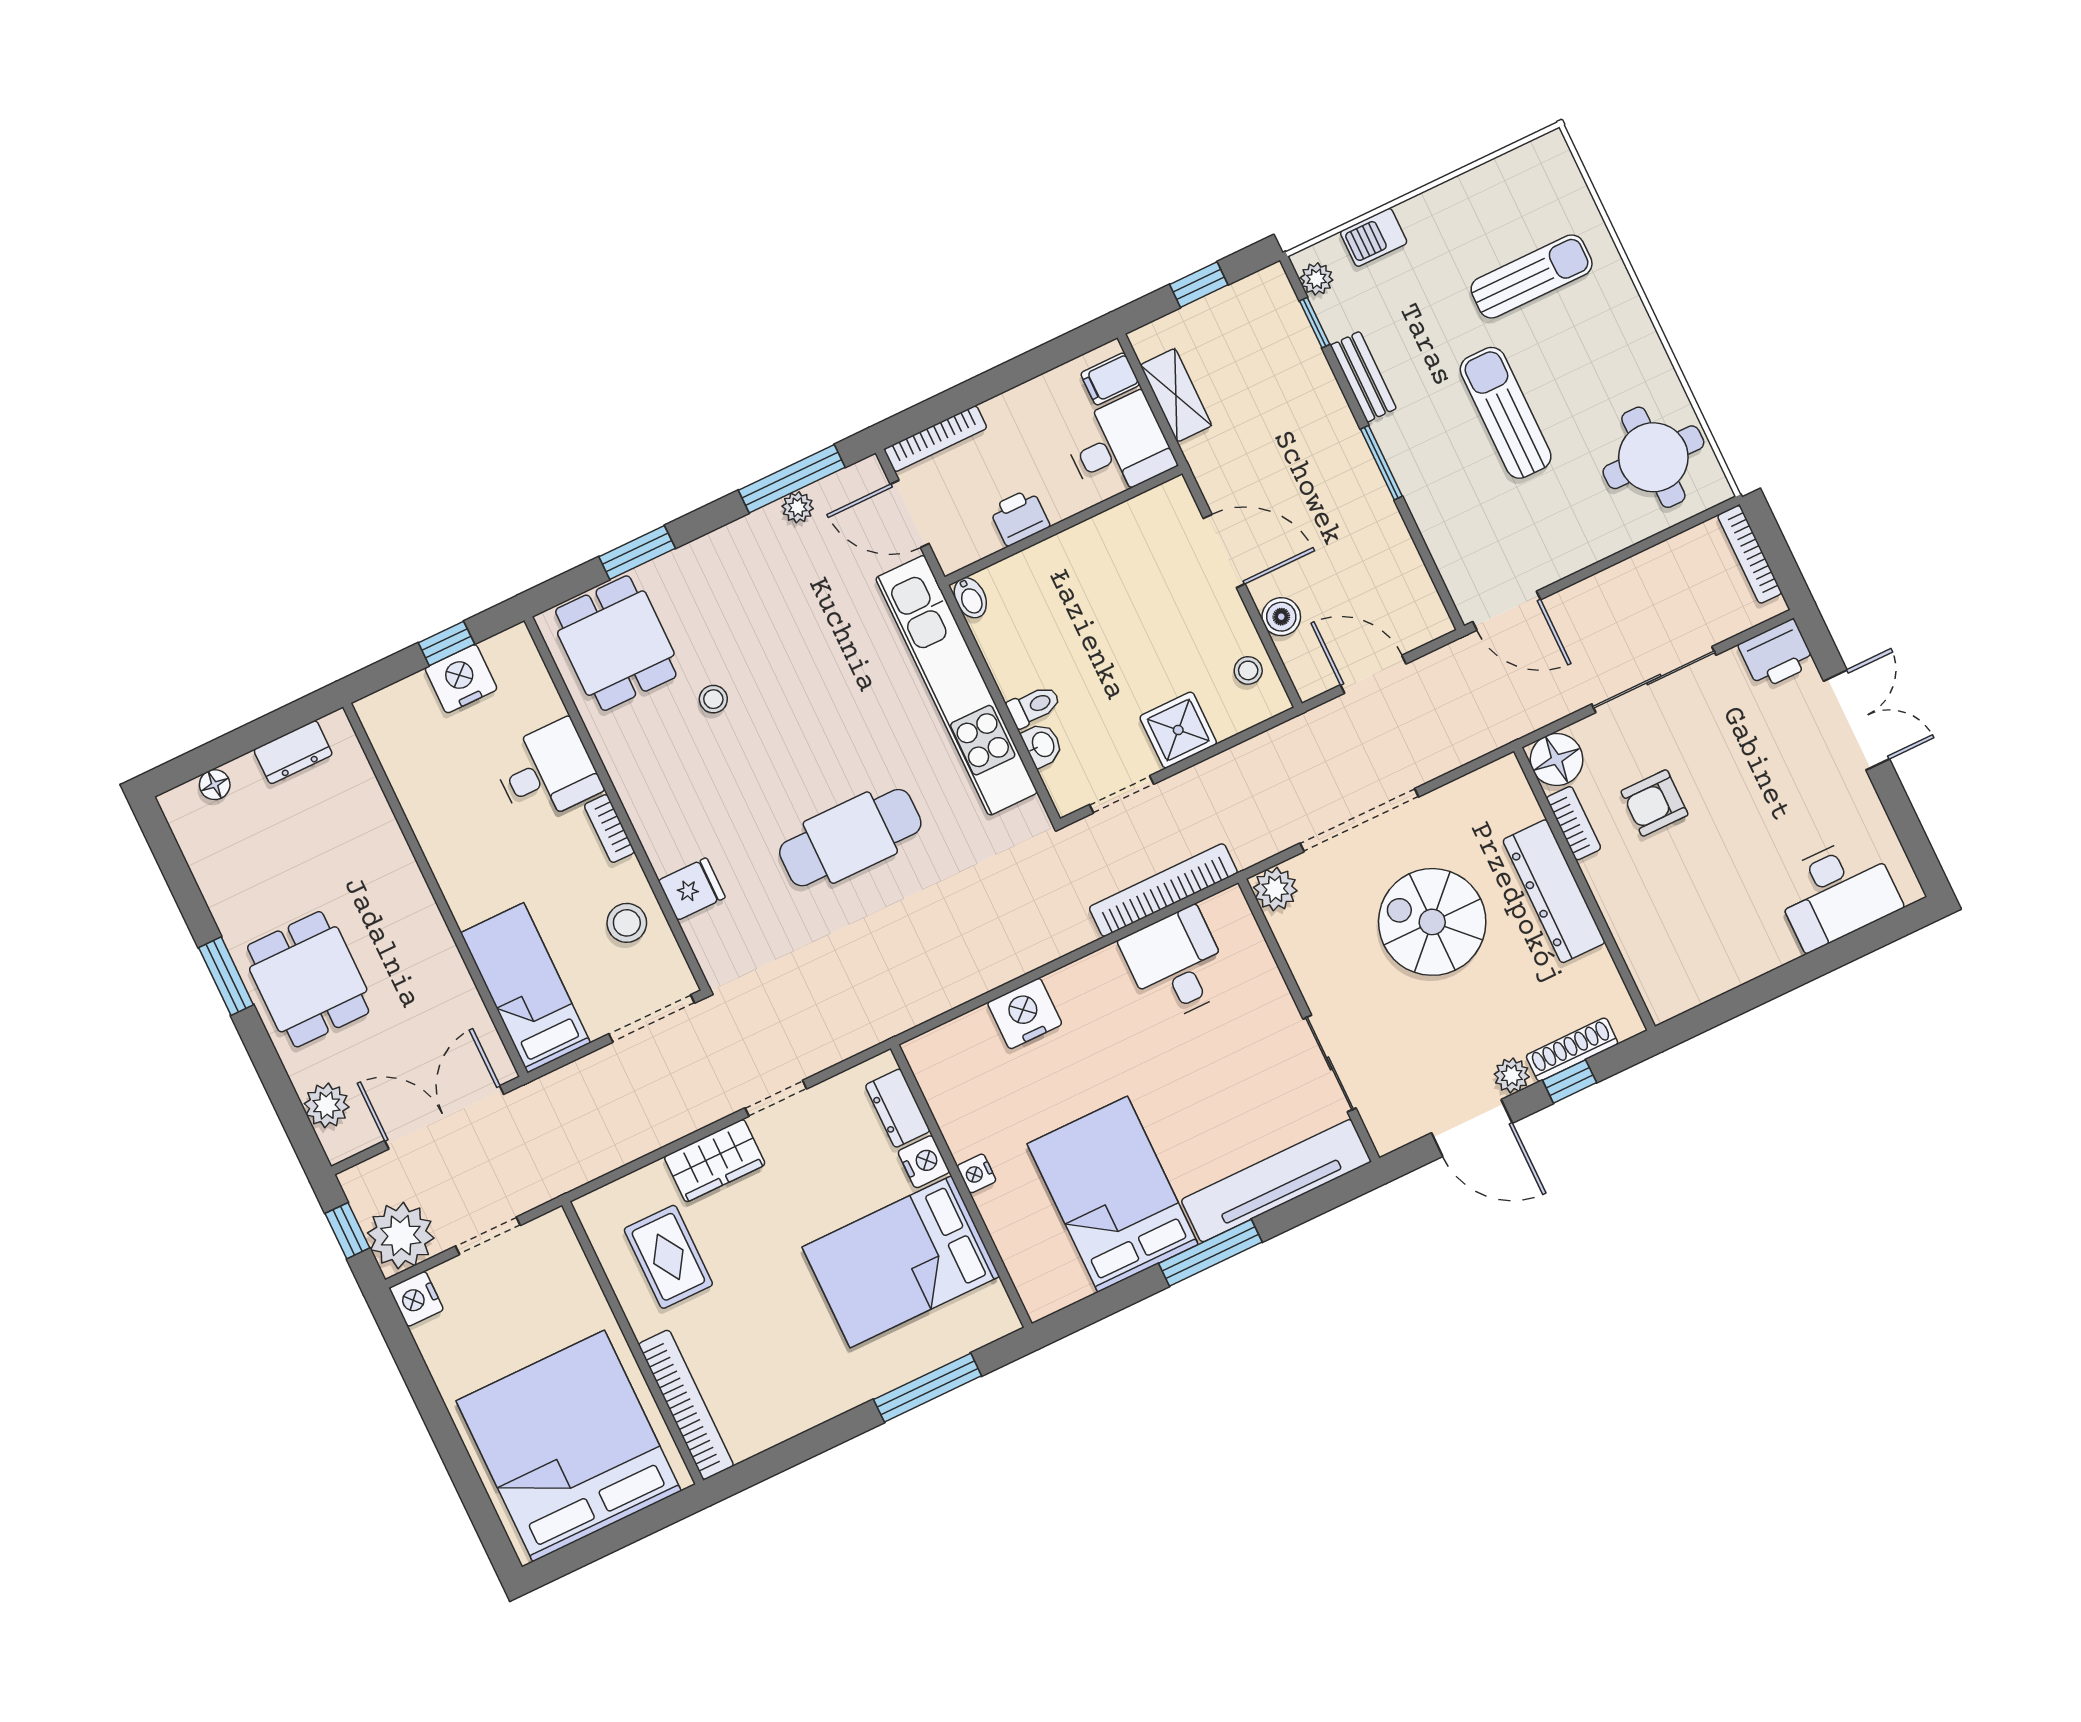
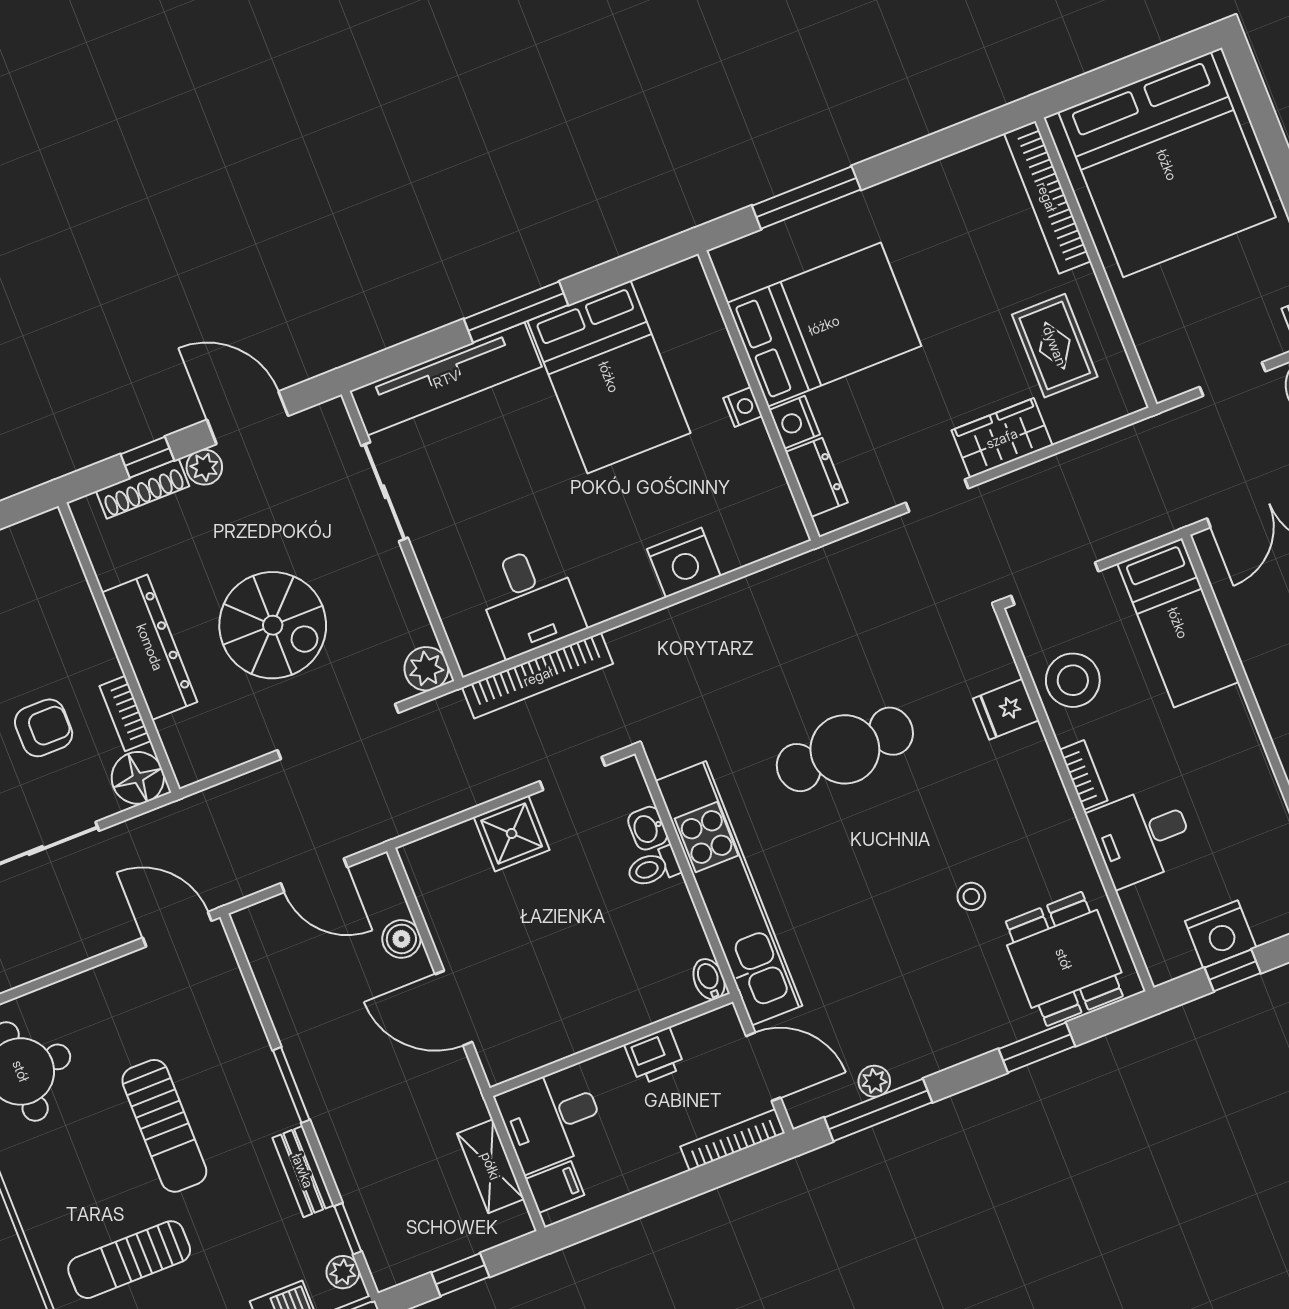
stool: (1248, 670) -> (438, 888), removed
stool: (627, 923) -> (1073, 680), width x1.38, depth x1.38

